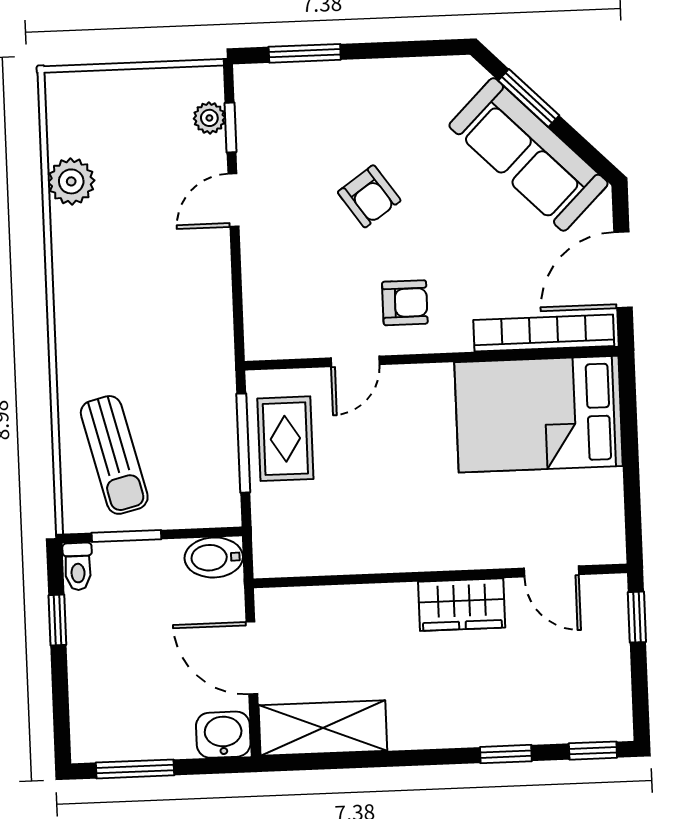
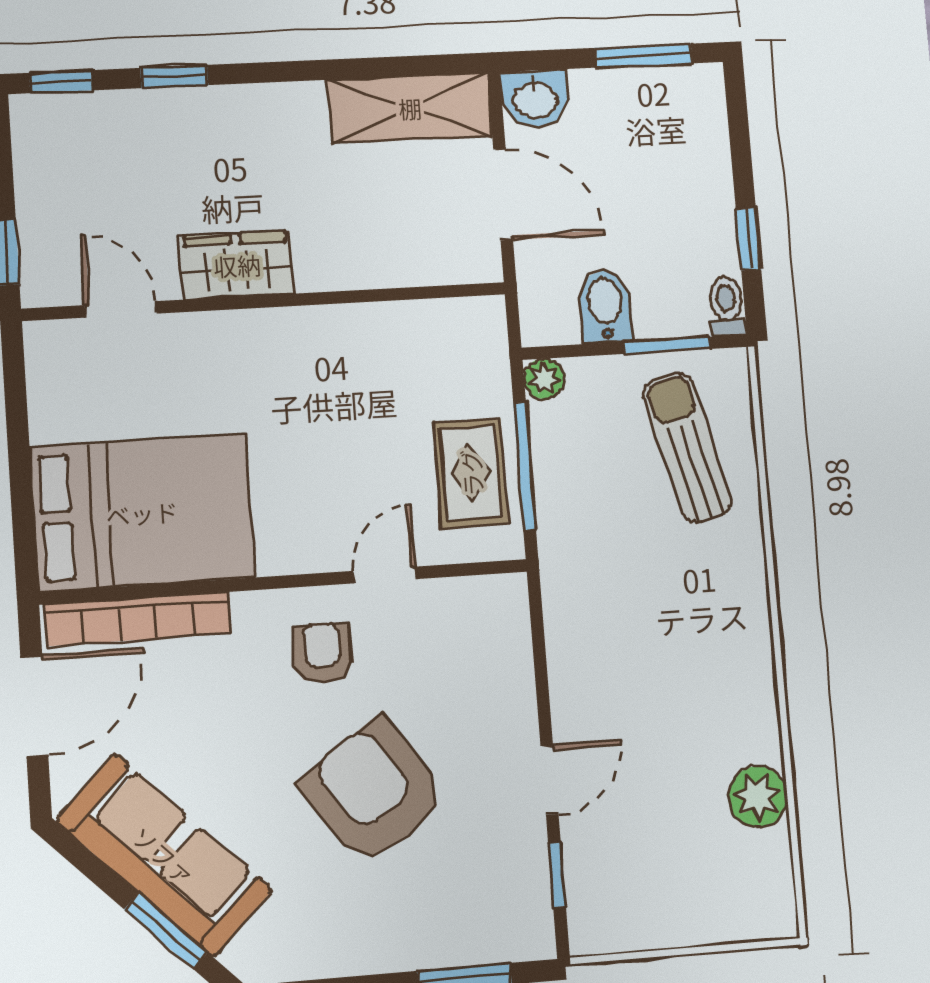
plant: (209, 118) -> (544, 379), moved
armchair: (369, 196) -> (373, 791), width x1.88, depth x1.88
armchair: (405, 303) -> (322, 653), turned 90
bidet: (214, 557) -> (605, 306), moved, turned -90

